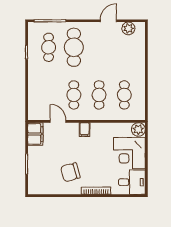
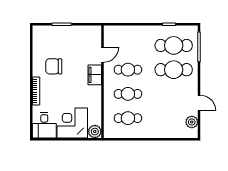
cafe table: (49, 47) -> (174, 45), width x1.37, depth x1.35
filing cabinet: (85, 130) -> (95, 75), width x2.00
filing cabinet: (35, 134) -> (90, 33), removed
chair: (70, 172) -> (54, 66), turned -74

